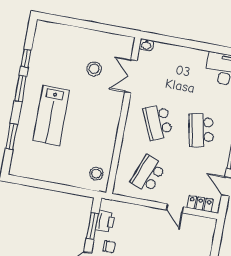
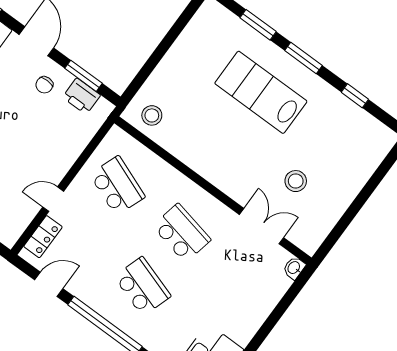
window: (20, 89) -> (303, 58), moved
school desk: (158, 122) -> (182, 233), turned 36
school desk: (201, 130) -> (142, 286), turned 30

